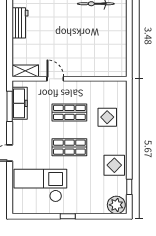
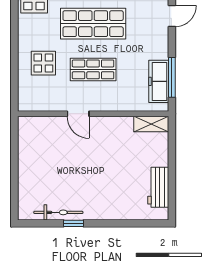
door: (55, 79) -> (78, 114), moved
shop shelf: (69, 147) -> (93, 24), width x1.43, depth x1.36

